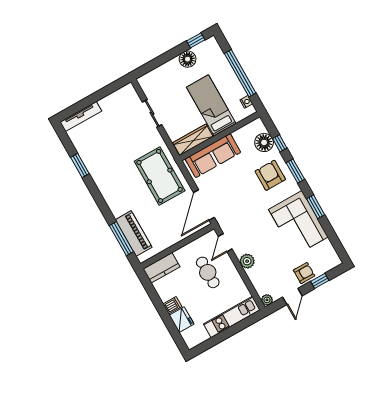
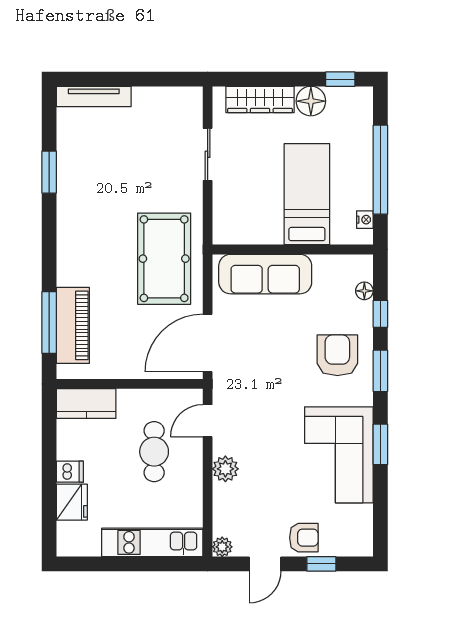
wardrobe: (193, 140) -> (260, 99), moved, turned 180
floor lamp: (264, 142) -> (364, 291), width x0.53, depth x0.53

